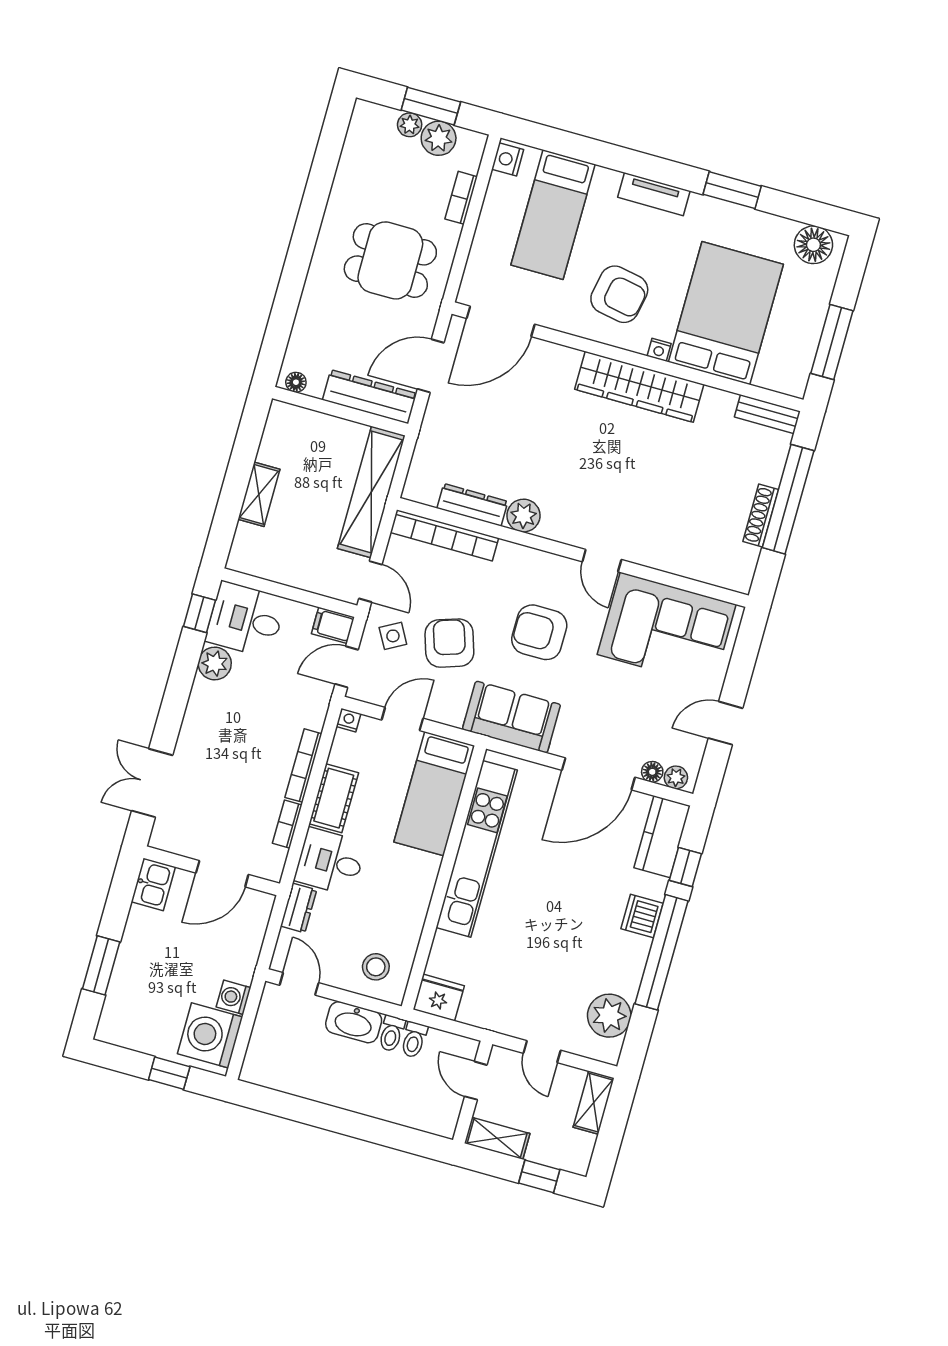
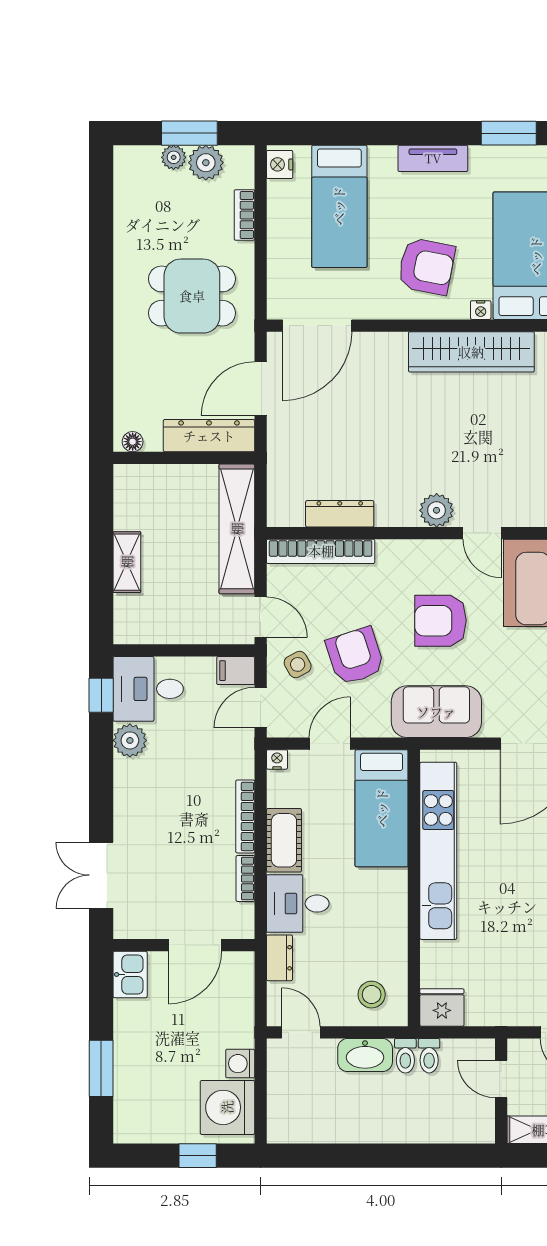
plant: (524, 516) -> (437, 510), moved

